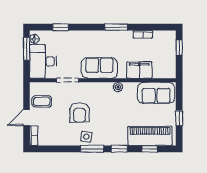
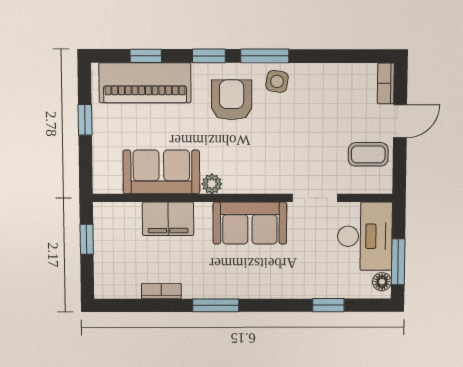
window: (179, 47) -> (87, 239), moved
sofa: (156, 93) -> (161, 172), moved
armchair: (80, 113) -> (232, 100), moved

